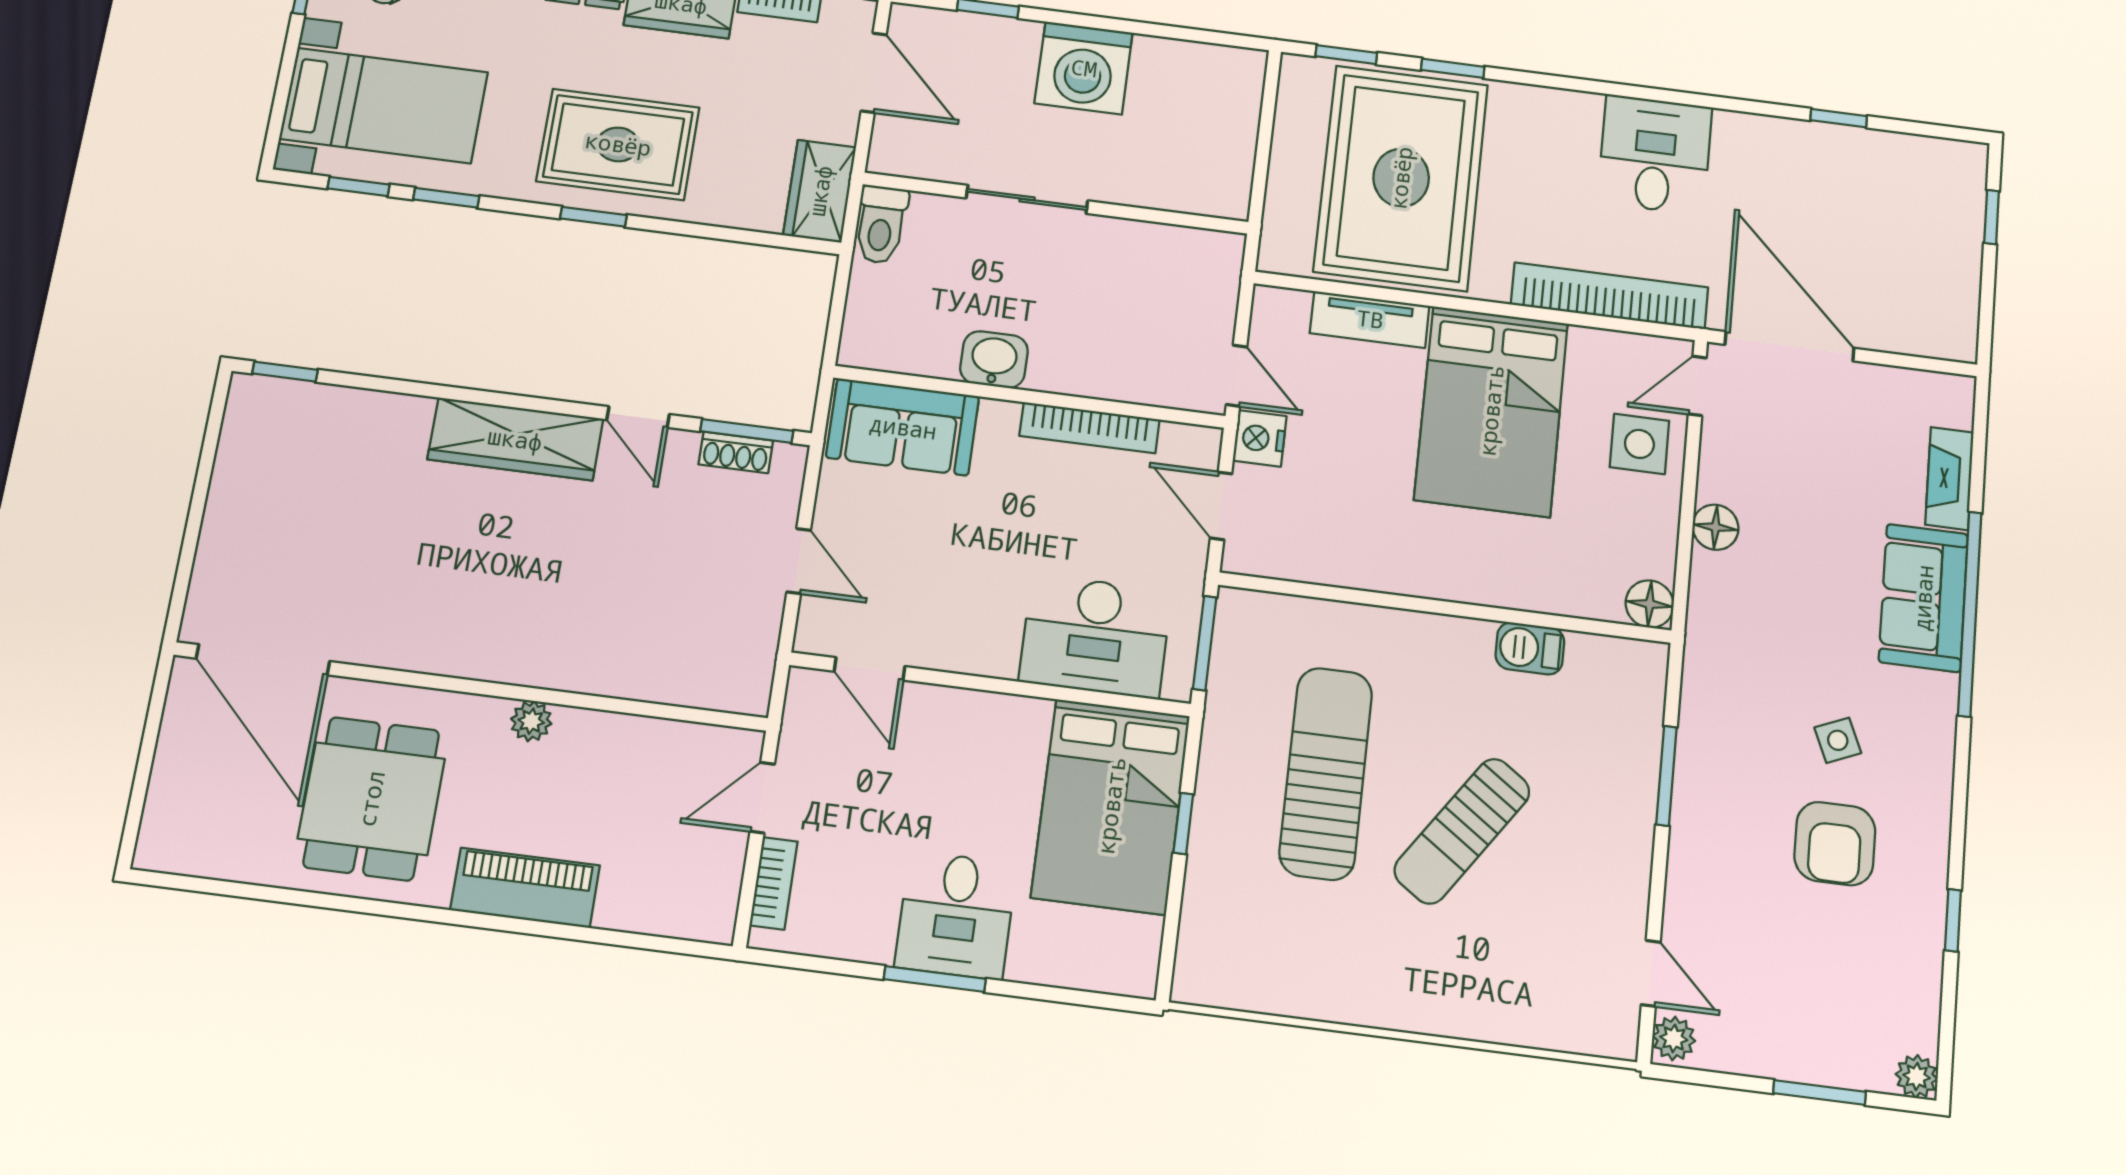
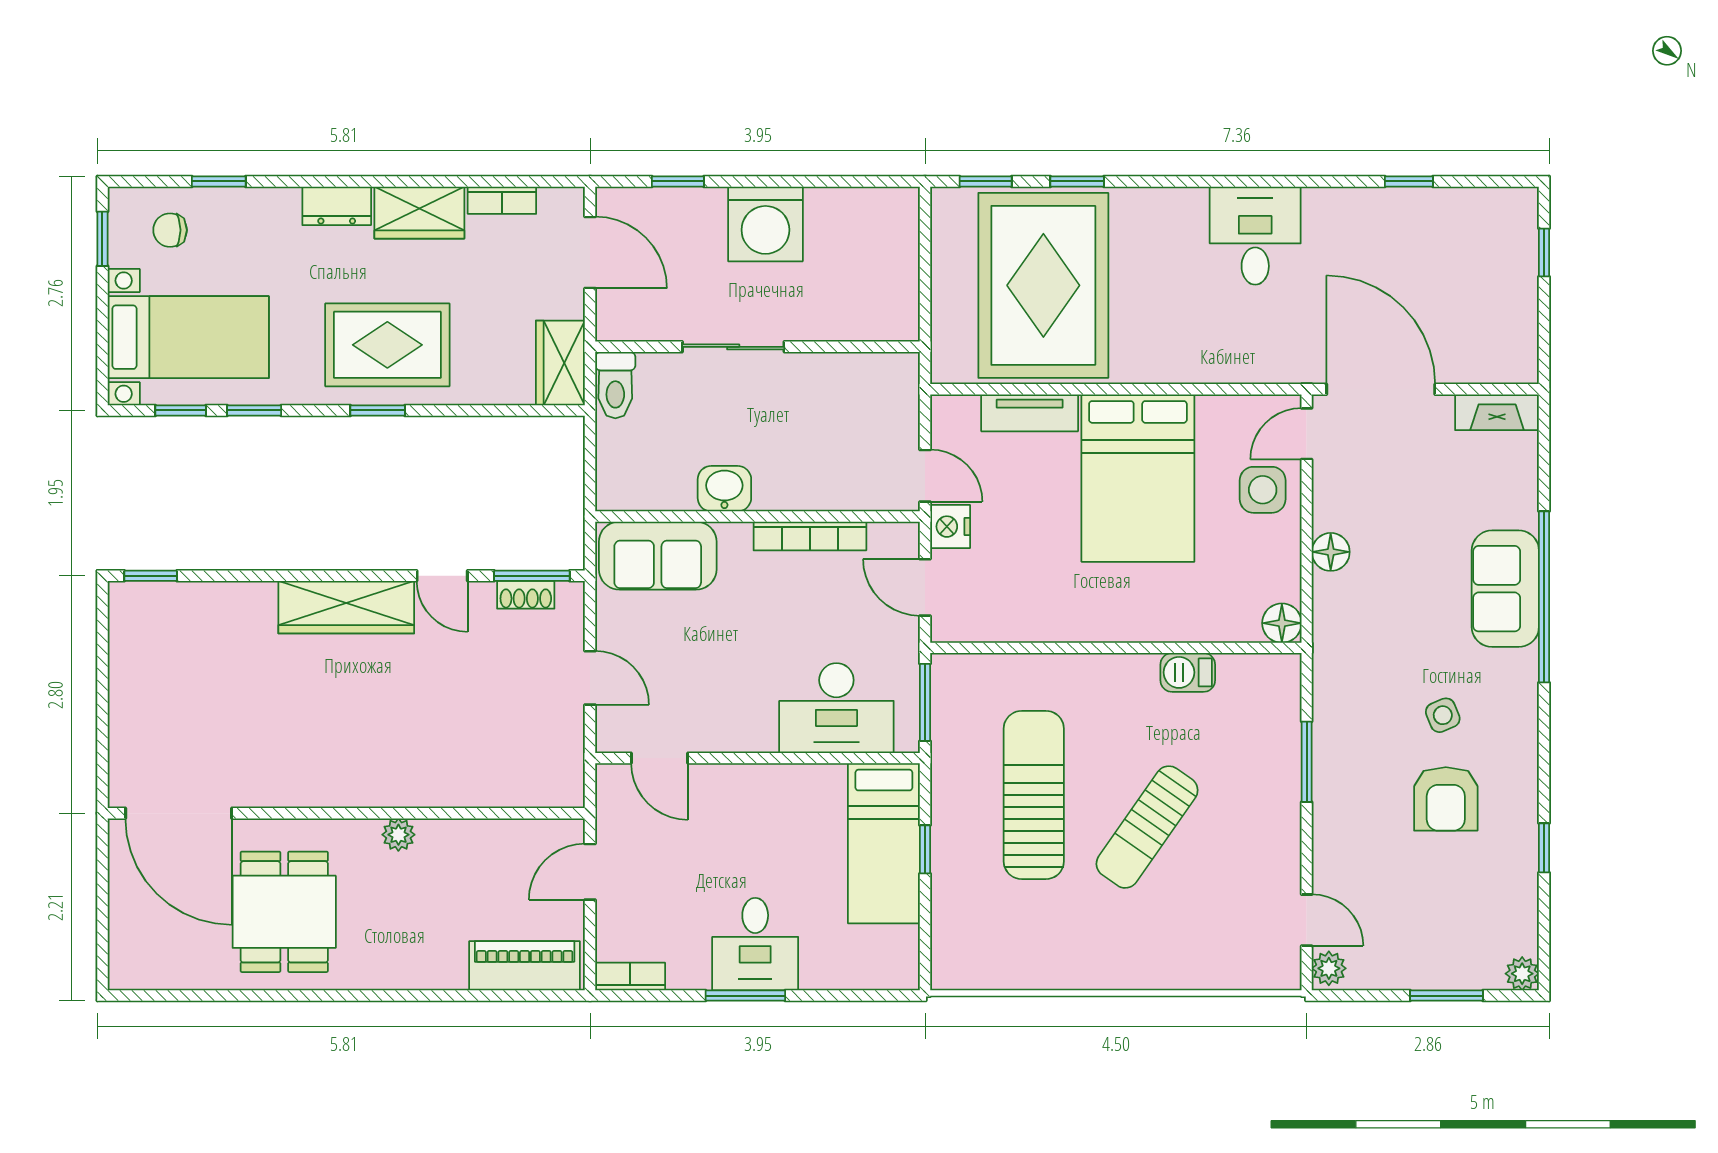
bookcase: (1610, 296) -> (1227, 366), removed
fireplace: (1949, 478) -> (1497, 412), moved, turned -90
bed: (1111, 806) -> (884, 843), width x0.67
bookcase: (774, 883) -> (630, 977), moved, turned -90
piano: (525, 888) -> (525, 966), moved

